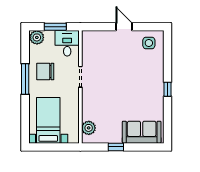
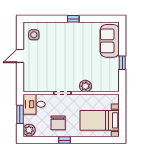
window: (25, 79) -> (65, 140), width x0.46
plant: (89, 128) -> (85, 86), moved

